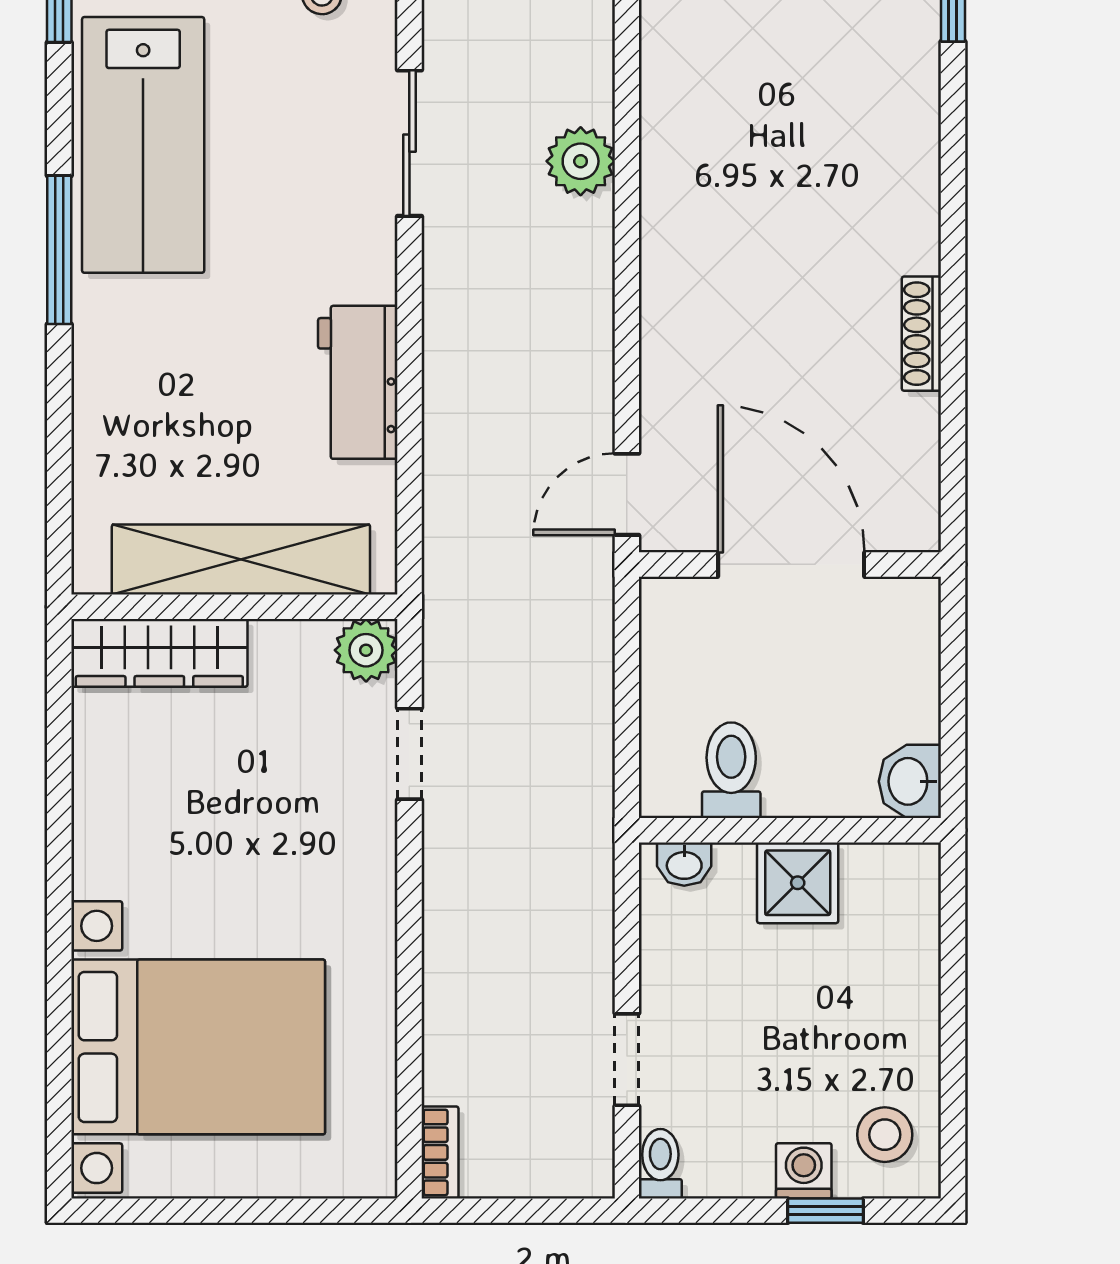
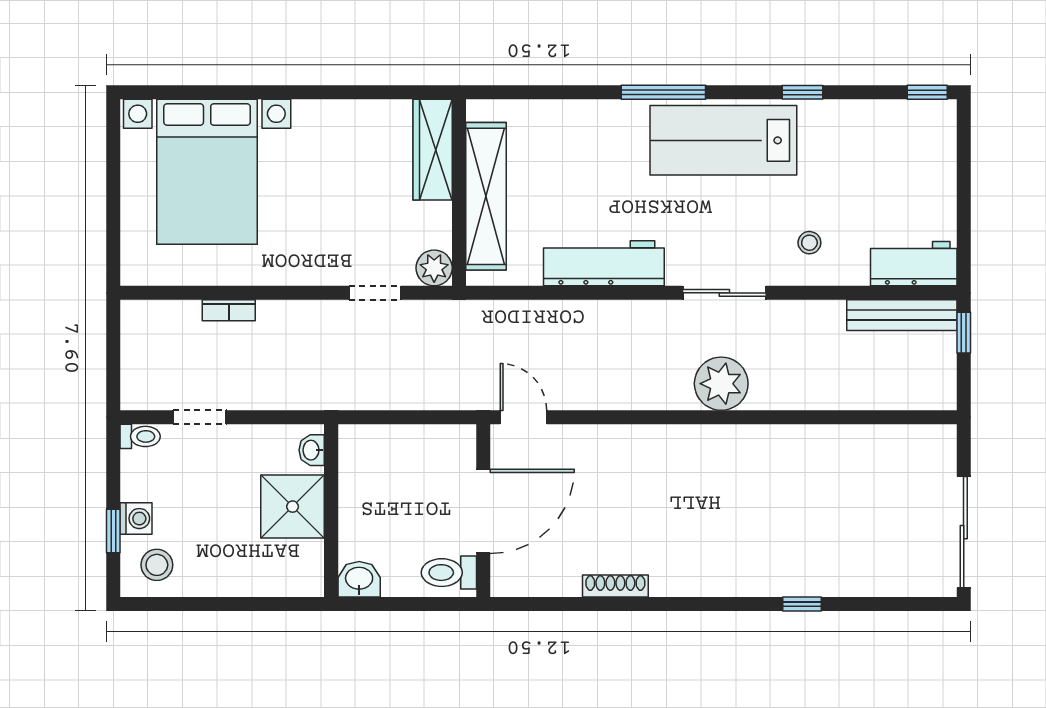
plant: (581, 161) -> (721, 384), width x1.36, depth x1.36
workbench: (358, 382) -> (604, 263), width x1.37
toilet: (731, 770) -> (449, 573), moved, turned 180
shower: (798, 883) -> (293, 507), width x1.36, depth x1.36
bookcase: (440, 1152) -> (229, 310), moved

